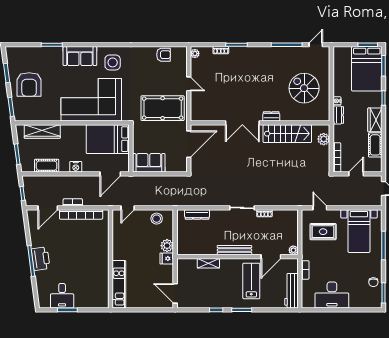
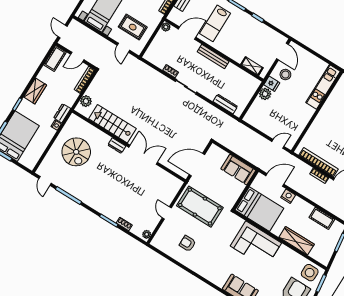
door: (316, 45) -> (45, 181), hinge flipped
armchair: (164, 55) -> (188, 243), moved
side table: (113, 62) -> (310, 273), moved
corner sofa: (91, 100) -> (256, 244), width x0.73, depth x0.74
wardrobe: (42, 131) -> (297, 241), moved
cot: (375, 145) -> (55, 59), moved
nightstand: (76, 167) -> (288, 196), moved
stool: (157, 219) -> (285, 75), moved
shelving: (208, 263) -> (252, 66), moved

